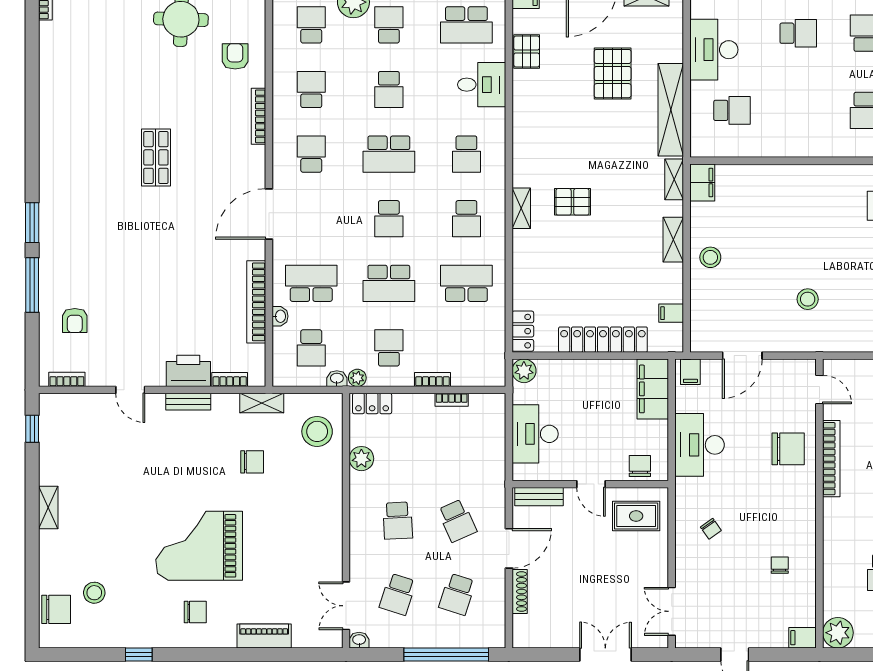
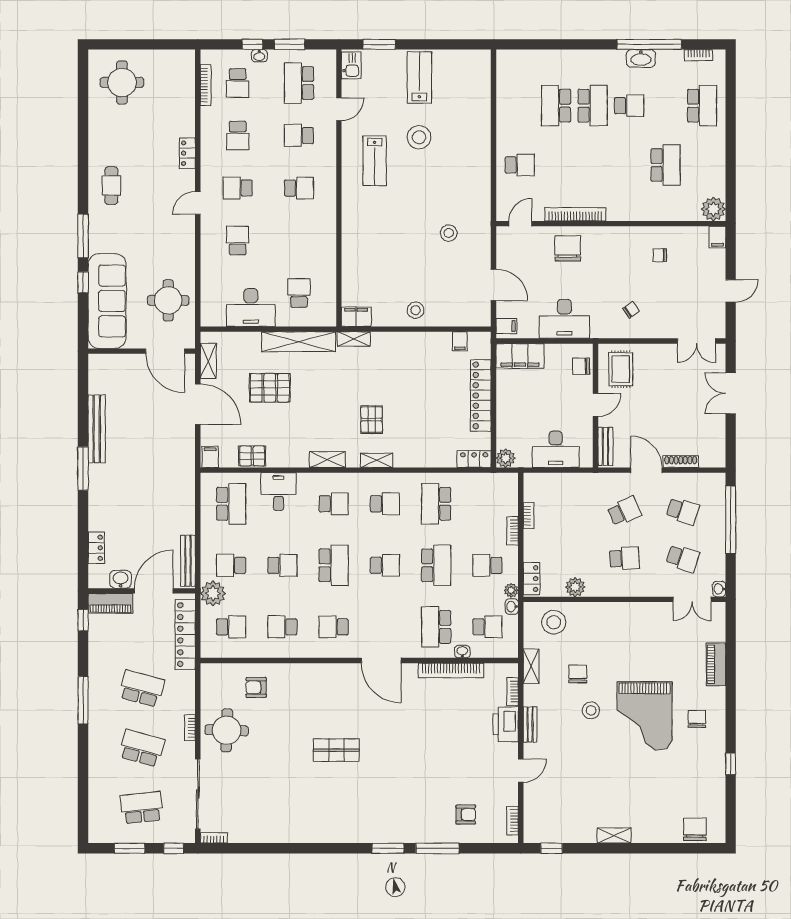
school desk: (311, 25) -> (231, 627), turned 180
bookcase: (258, 116) -> (304, 669), removed
shelving: (673, 240) -> (327, 460), moved
stool: (94, 593) -> (591, 710), moved

